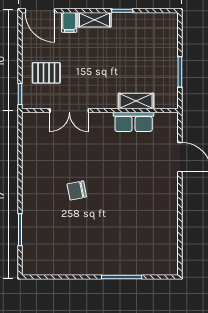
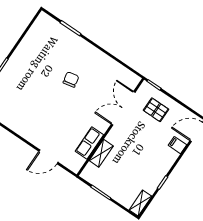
shelving: (94, 20) -> (140, 203), moved
pallet: (46, 73) -> (156, 110), turned 90
double door: (69, 111) -> (123, 108), width x1.37

